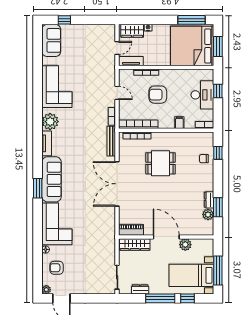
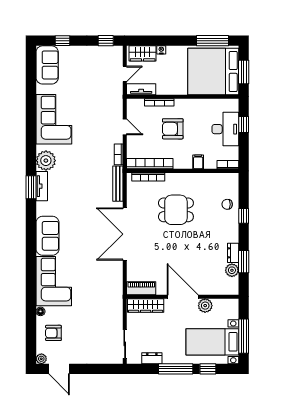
window: (101, 20) -> (106, 41), added
window: (218, 153) -> (244, 216), moved
sofa: (52, 179) -> (47, 236), width x0.73
window: (38, 188) -> (31, 187), moved

